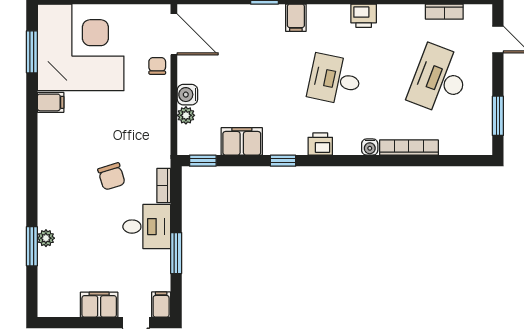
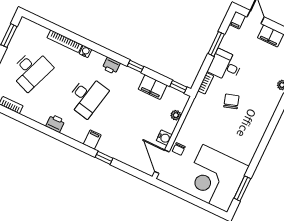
desk: (335, 80) -> (87, 97), width x1.37
water cooler: (187, 95) -> (164, 138), moved
filing cabinet: (51, 102) -> (245, 157), removed

